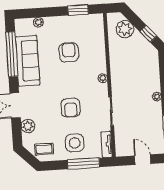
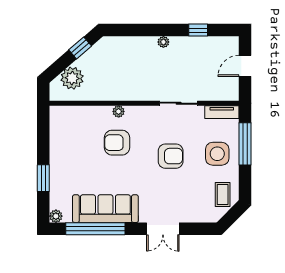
window: (78, 10) -> (43, 178), moved
plant: (38, 22) -> (56, 216), moved
armchair: (69, 52) -> (117, 143), moved
plant: (103, 78) -> (119, 111), moved
plant: (28, 126) -> (191, 214), removed

